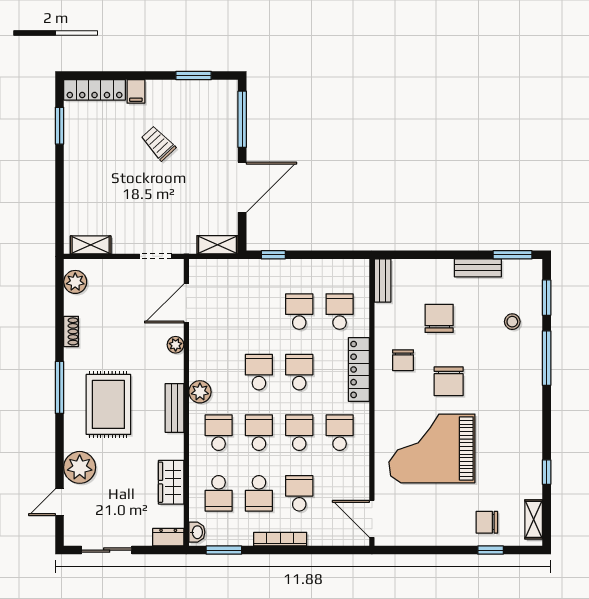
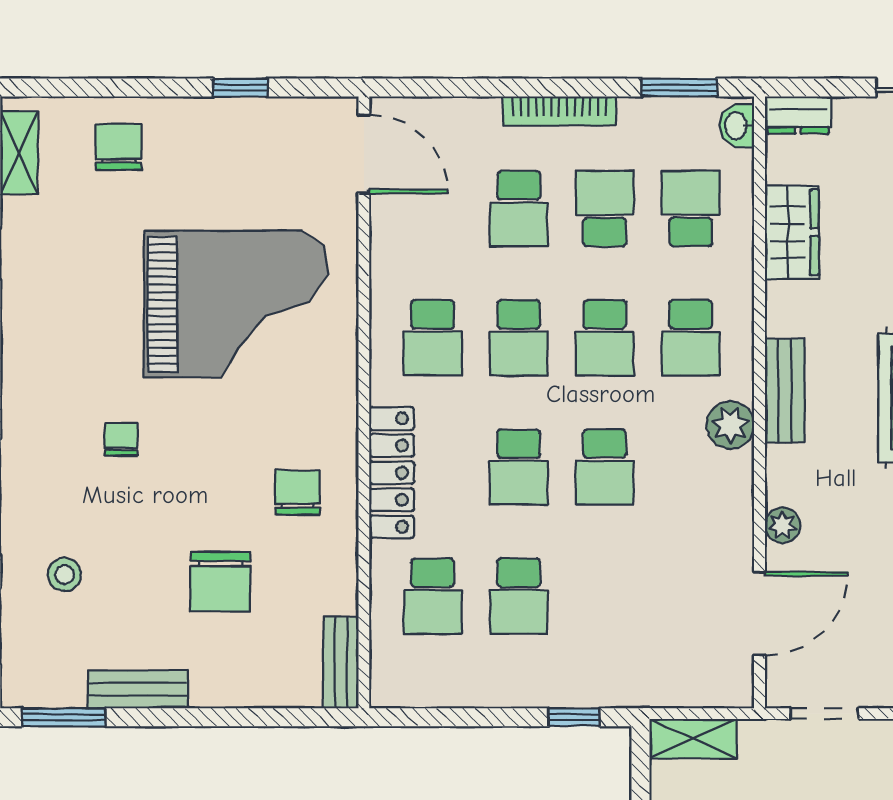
chair: (449, 381) -> (121, 439), moved, width x0.54, depth x0.54
chair: (487, 522) -> (119, 147), turned -90
window: (491, 550) -> (240, 88), moved

